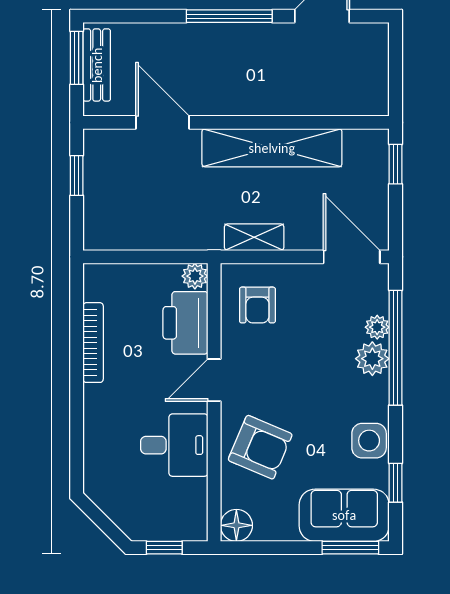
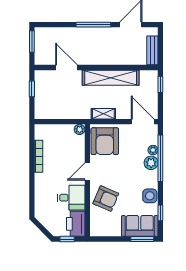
bench: (97, 65) -> (152, 50), moved
armchair: (257, 305) -> (105, 141), width x1.88, depth x1.88
printer: (185, 323) -> (76, 224), moved
floor lamp: (236, 525) -> (96, 230), removed

